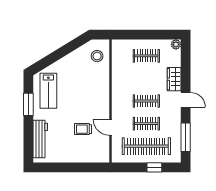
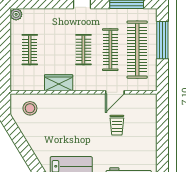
wardrobe: (174, 79) -> (59, 83), moved, turned 180
clothes rail: (146, 124) -> (110, 50), width x1.36
window: (154, 167) -> (162, 40), width x2.17

